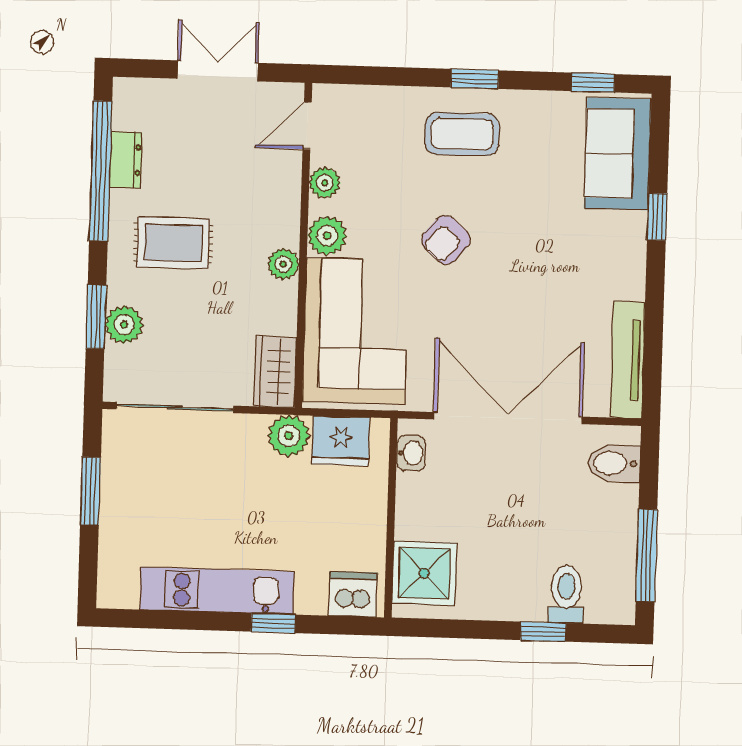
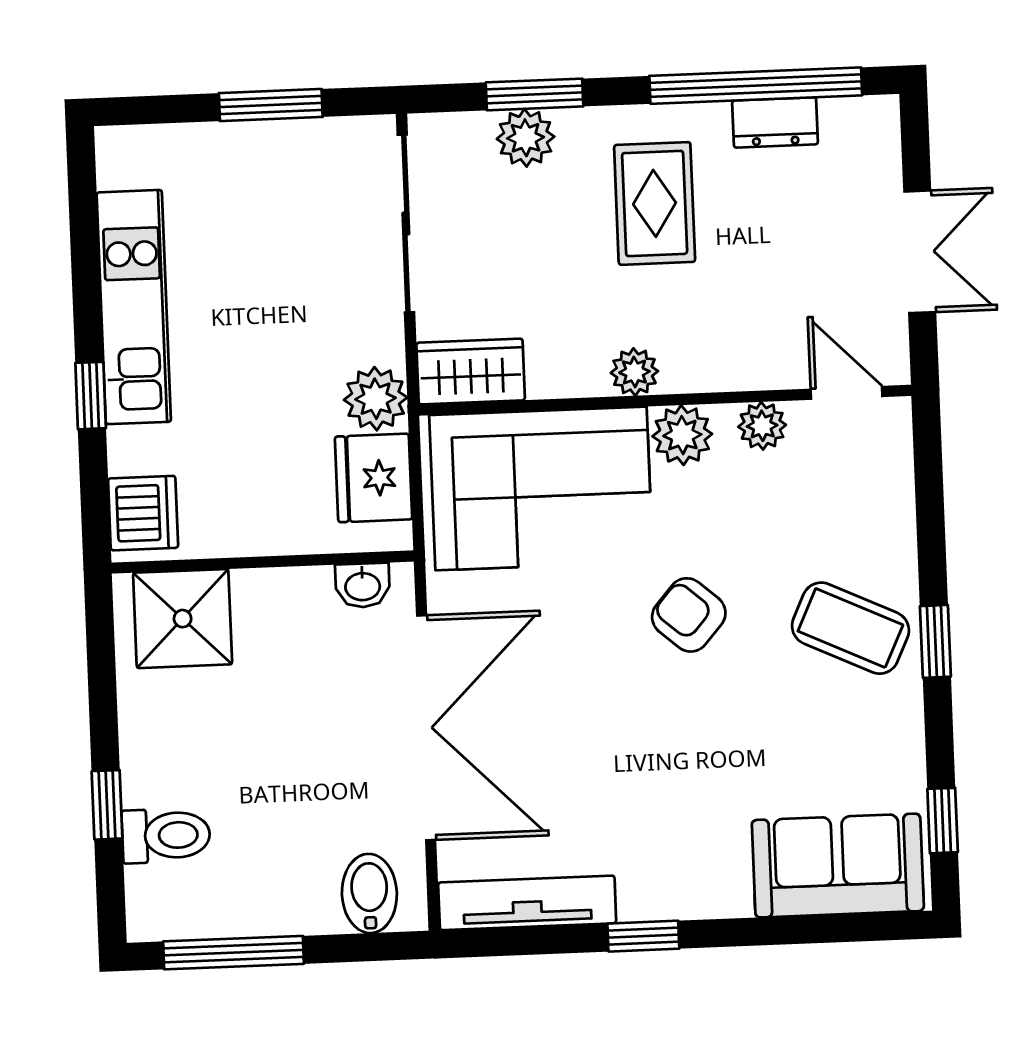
coffee table: (462, 134) -> (850, 628), turned -65
window: (657, 217) -> (643, 936), moved

